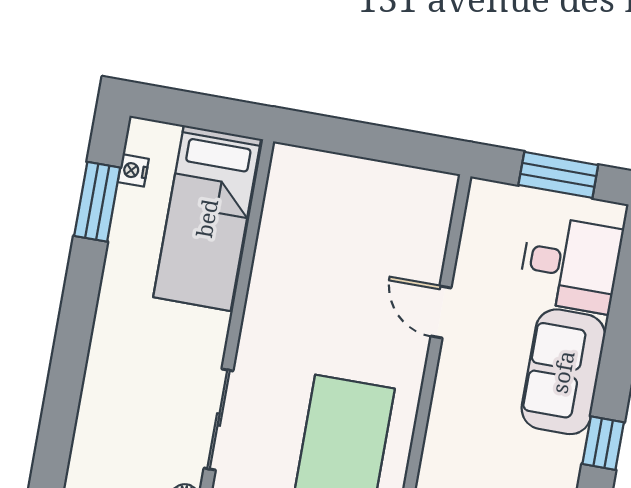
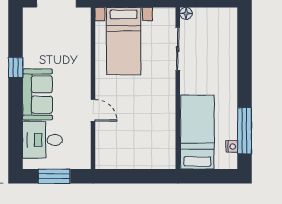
window: (97, 202) -> (245, 131), width x1.44

